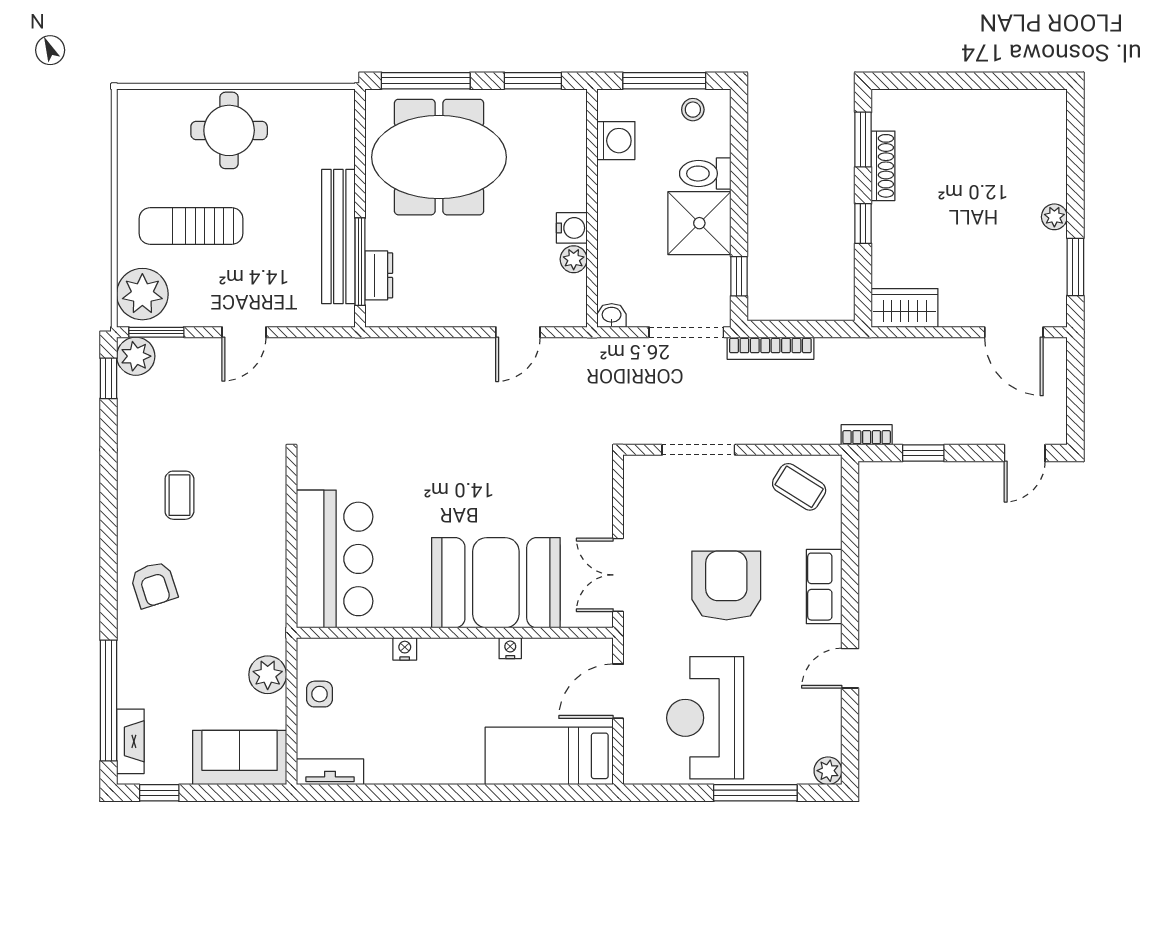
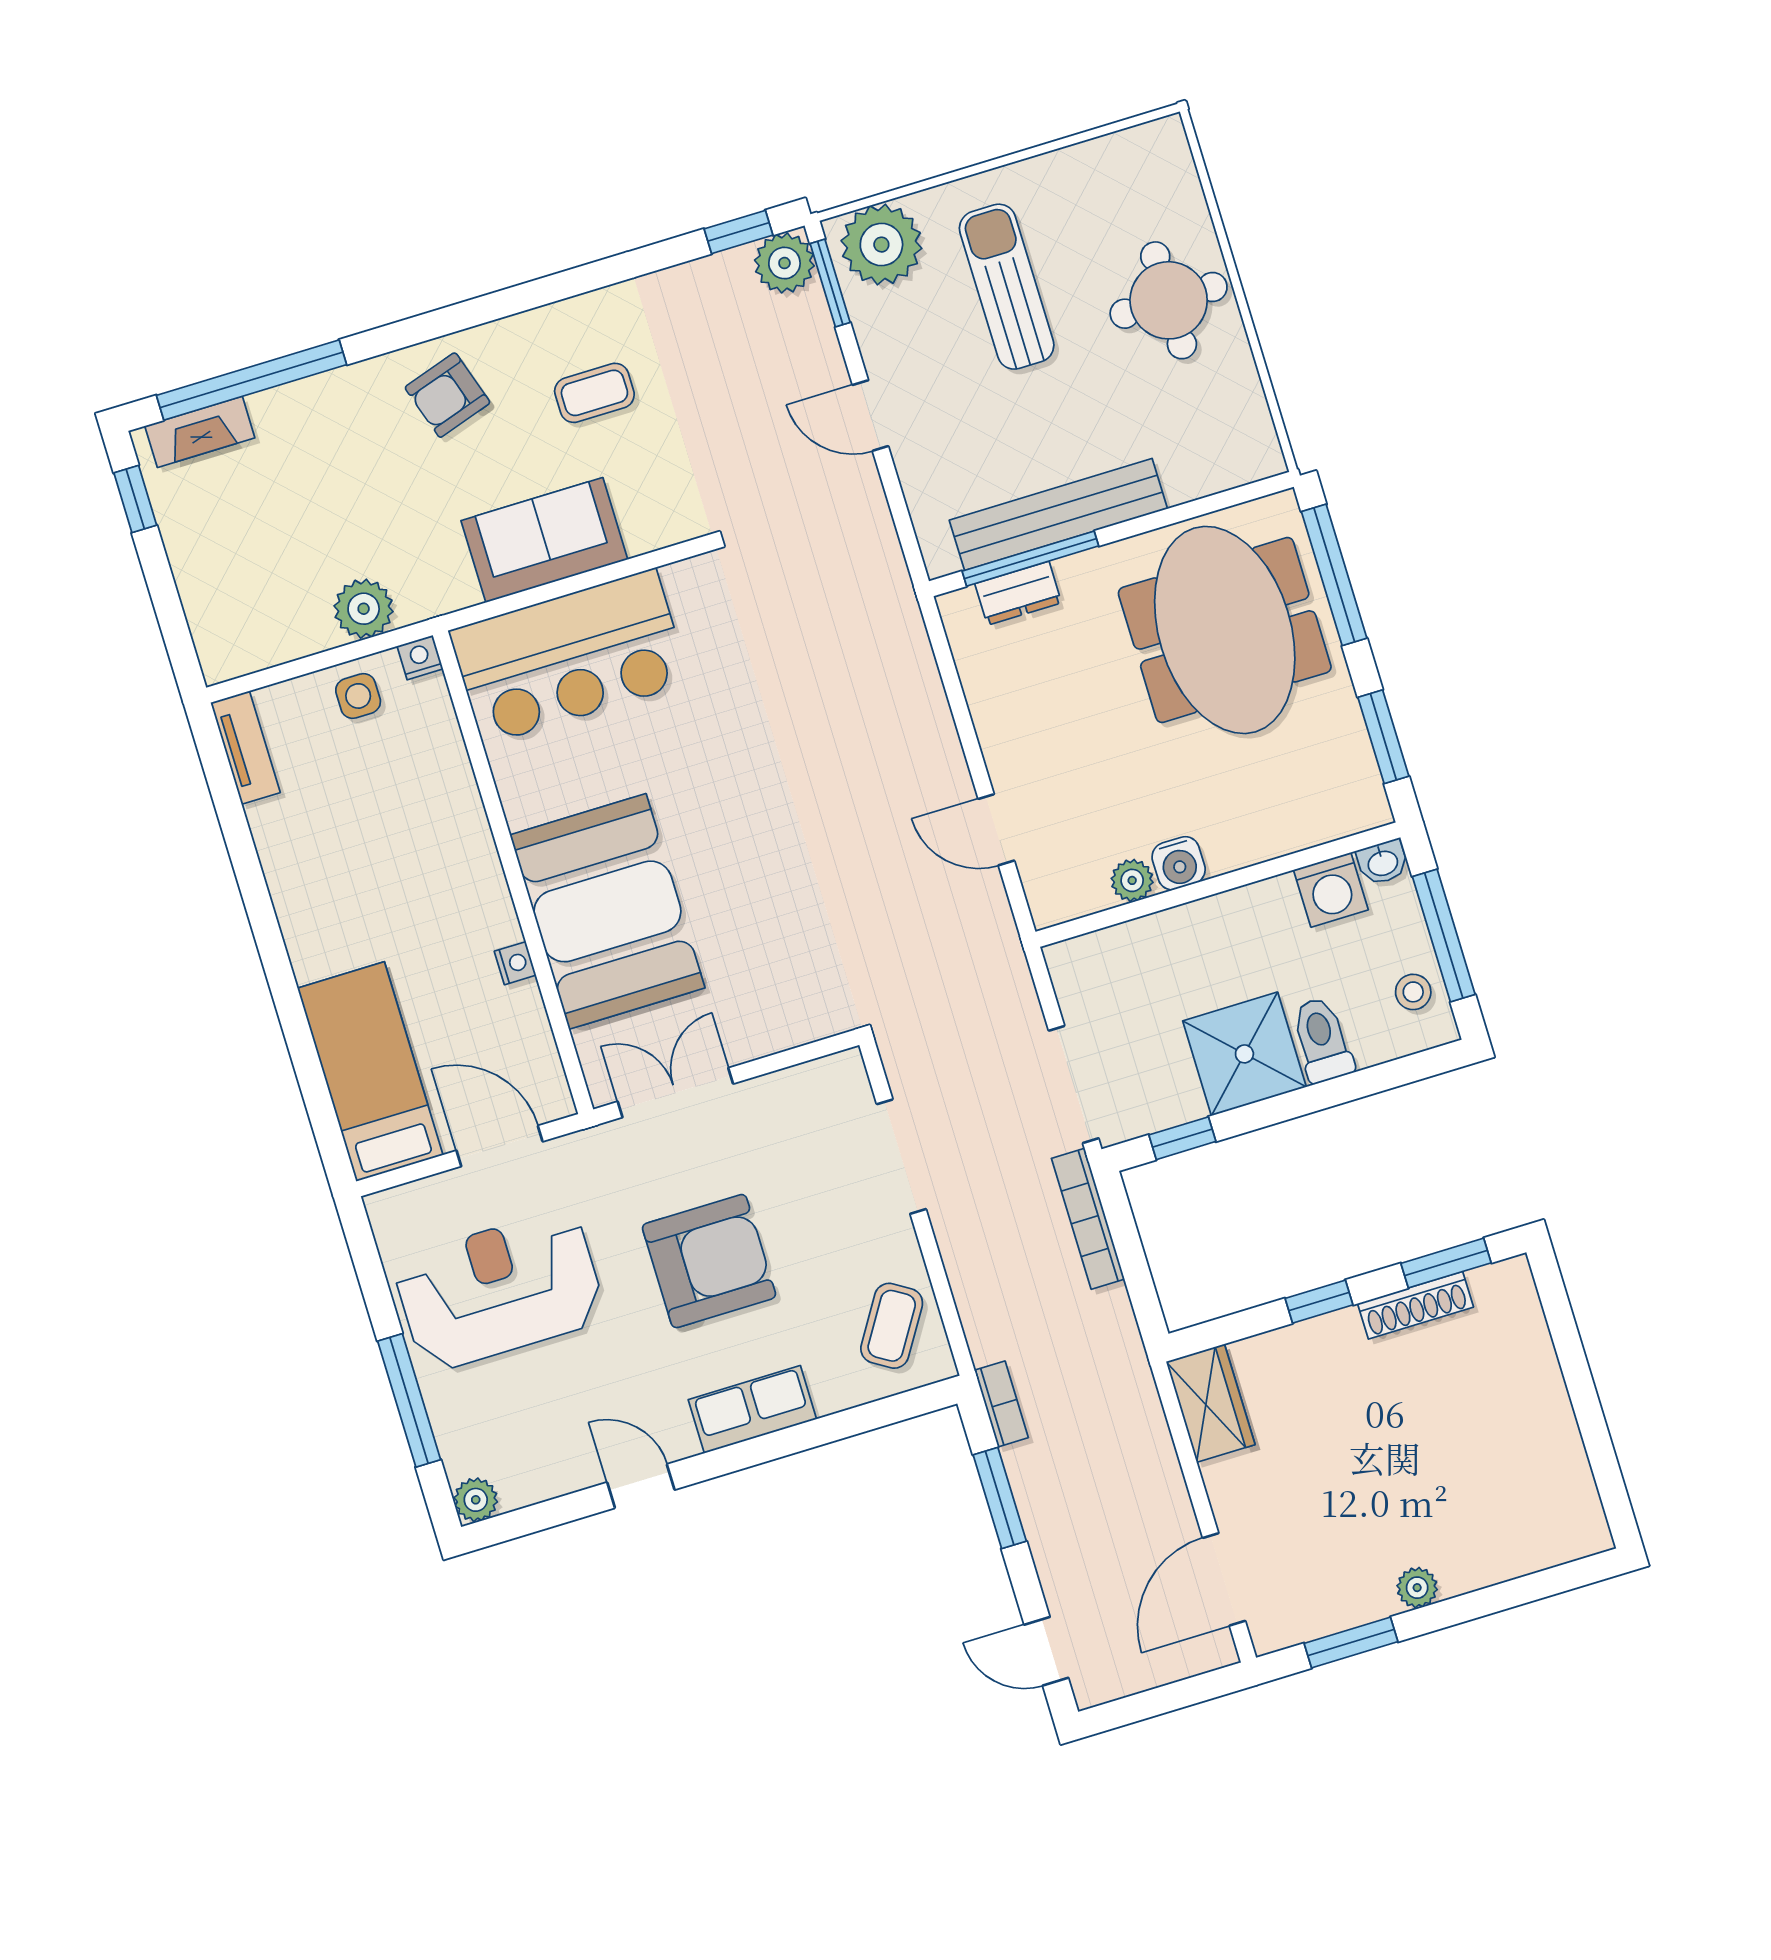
washbasin: (612, 315) -> (1383, 862), moved, turned 90
window: (923, 453) -> (1000, 1498), width x1.50
nightstand: (405, 649) -> (420, 657), moved, turned -90
sofa: (240, 757) -> (544, 540), moved, turned -90

